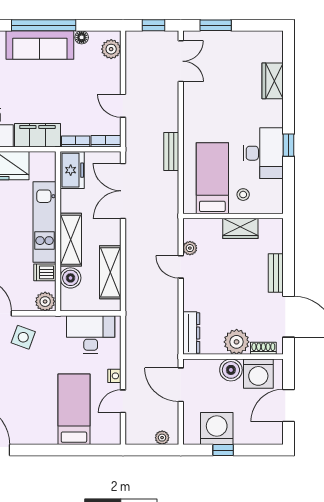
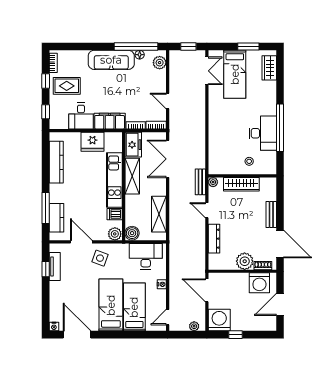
window: (44, 25) -> (136, 46), moved
window: (216, 25) -> (248, 46), moved
wardrobe: (273, 81) -> (269, 68), moved
window: (288, 145) -> (280, 128), width x3.17
bench: (171, 152) -> (200, 182), moved
bed: (212, 178) -> (235, 74), moved, turned 180
wardrobe: (240, 228) -> (241, 184), width x1.50
shelving: (71, 240) -> (132, 176), moved
plant: (190, 248) -> (213, 182), moved
boiler: (71, 278) -> (132, 233), moved
dresser: (191, 333) -> (214, 239), moved
boiler: (231, 370) -> (241, 280), removed
door: (123, 401) -> (168, 317), moved
bed: (39, 406) -> (111, 305), added
washing machine: (217, 429) -> (219, 320), moved

